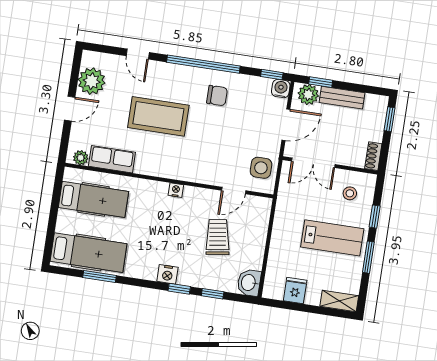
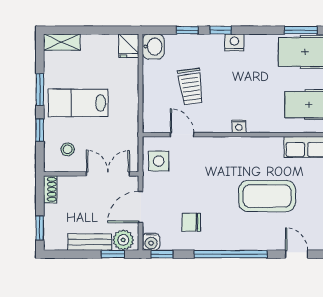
chair: (217, 96) -> (191, 222), moved
door: (234, 190) -> (182, 135), hinge flipped
fridge: (295, 290) -> (129, 46), moved

